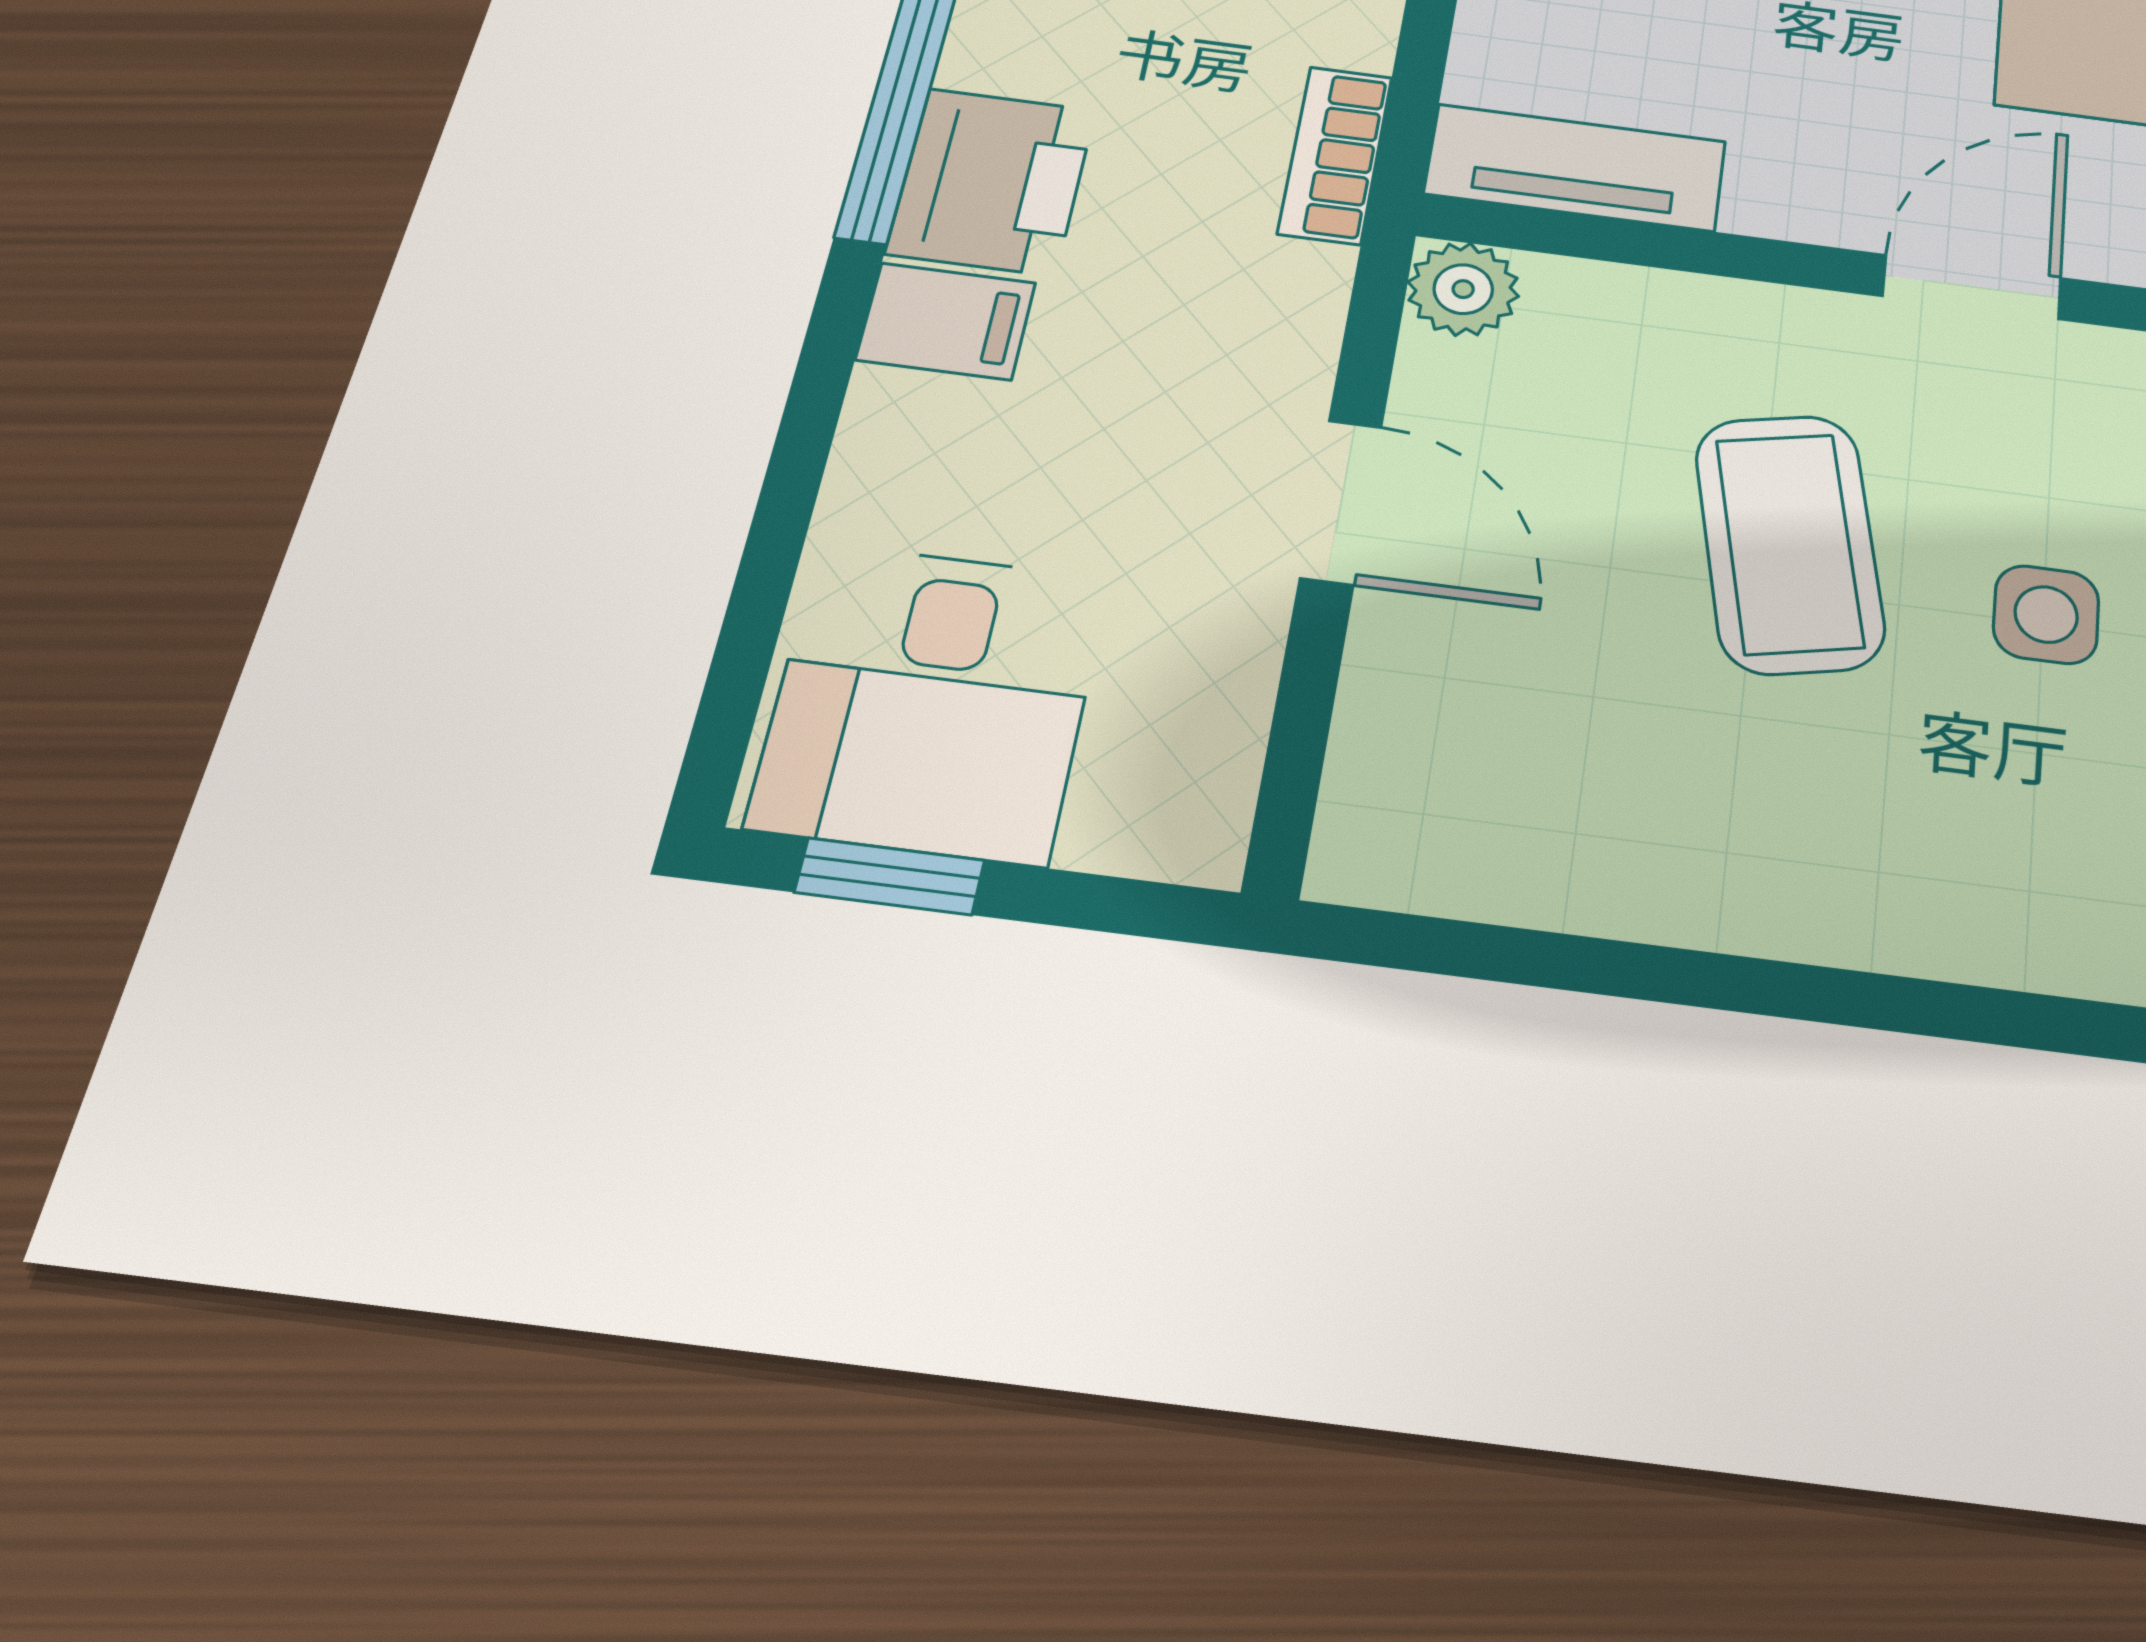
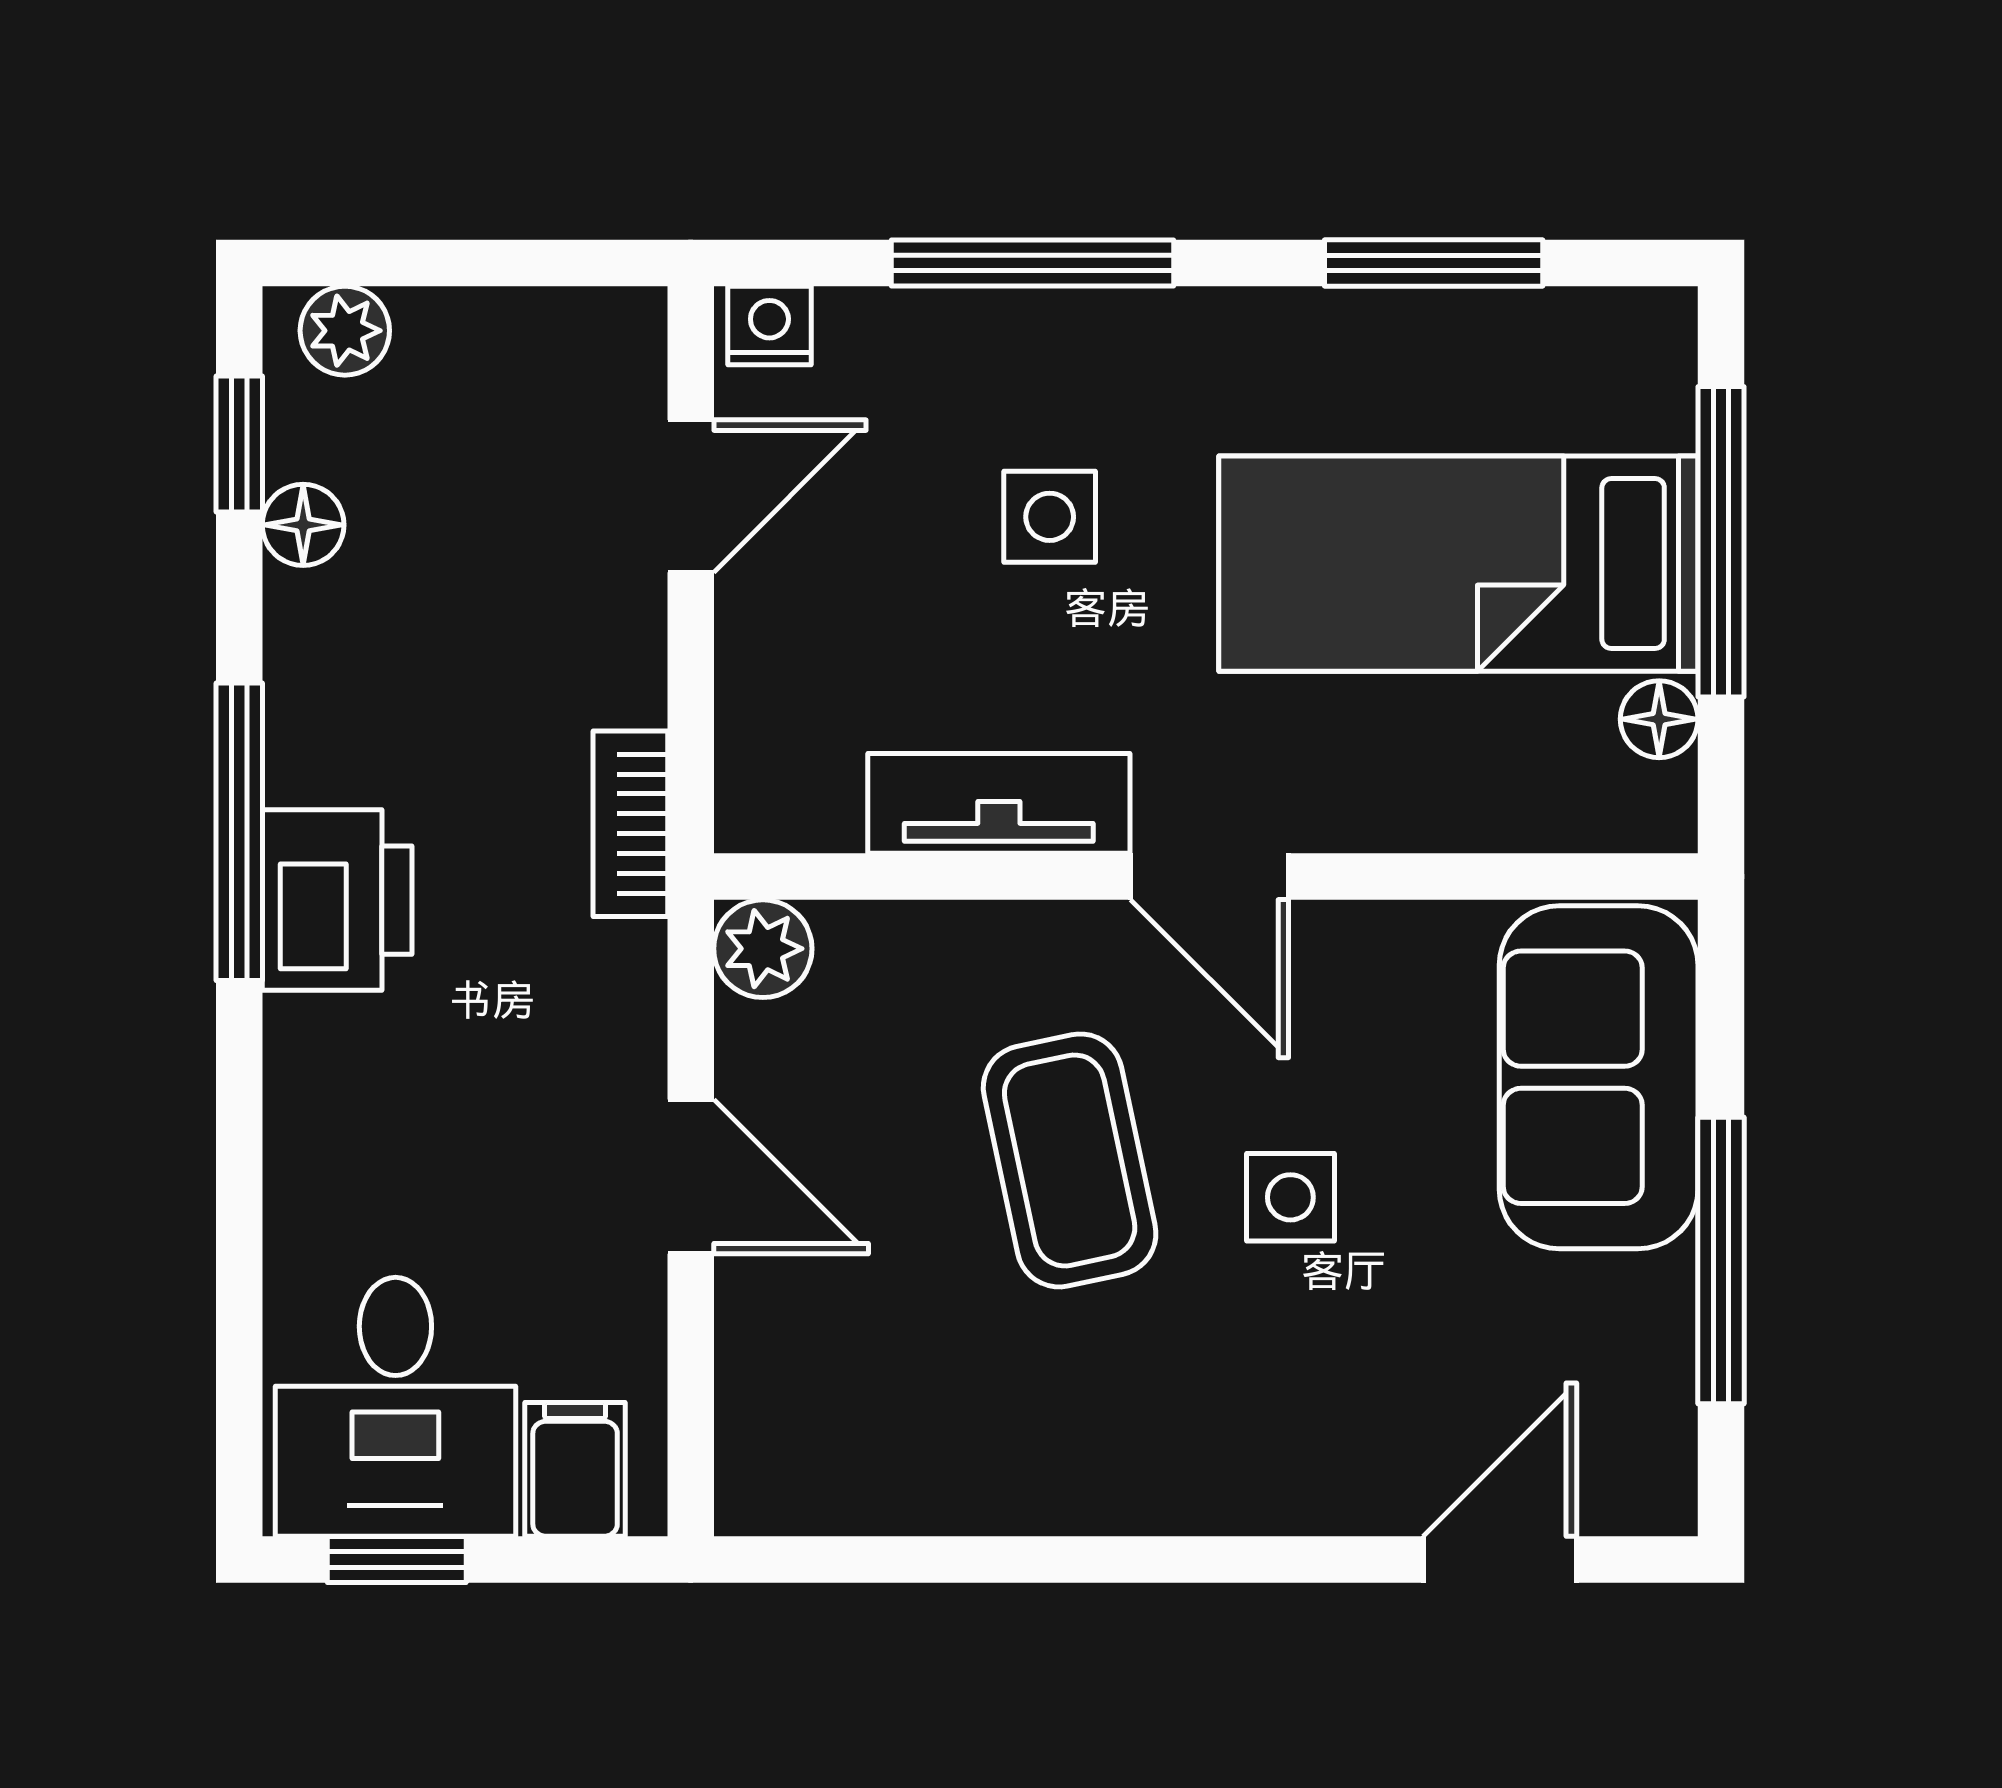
tv unit: (1575, 168) -> (999, 803), moved
door: (1972, 287) -> (1209, 877), swing flipped
filing cabinet: (946, 321) -> (575, 1469), moved, turned -90

